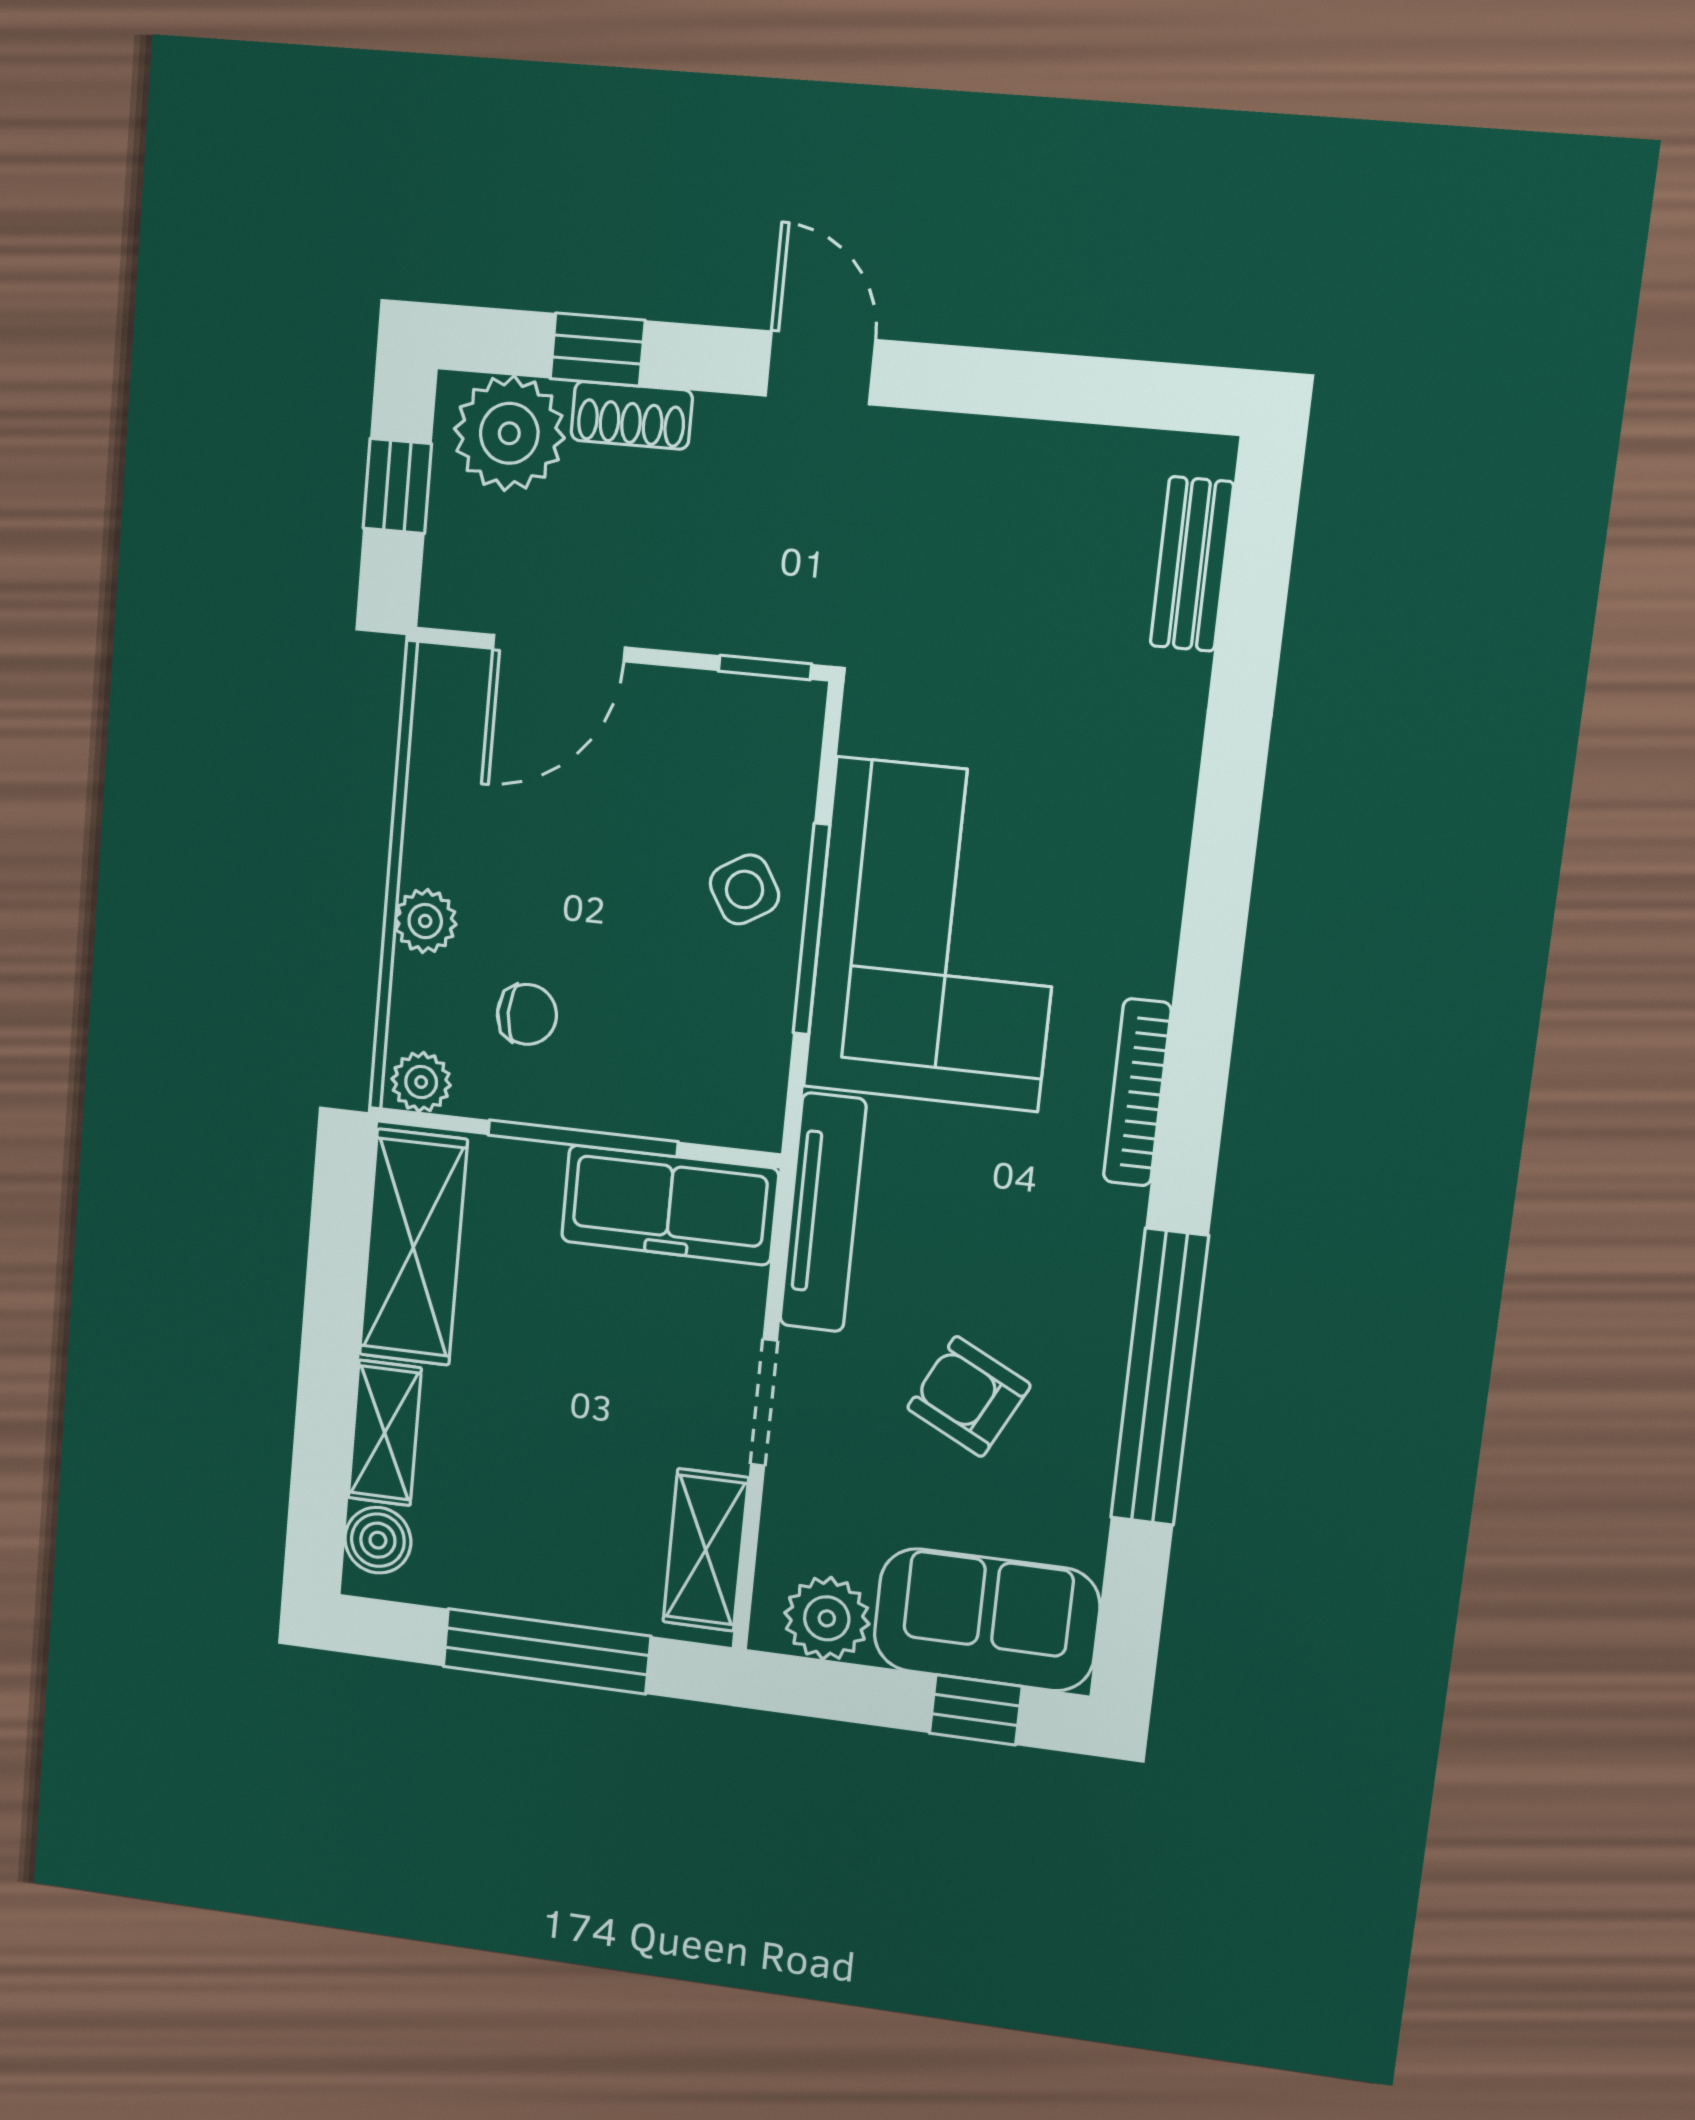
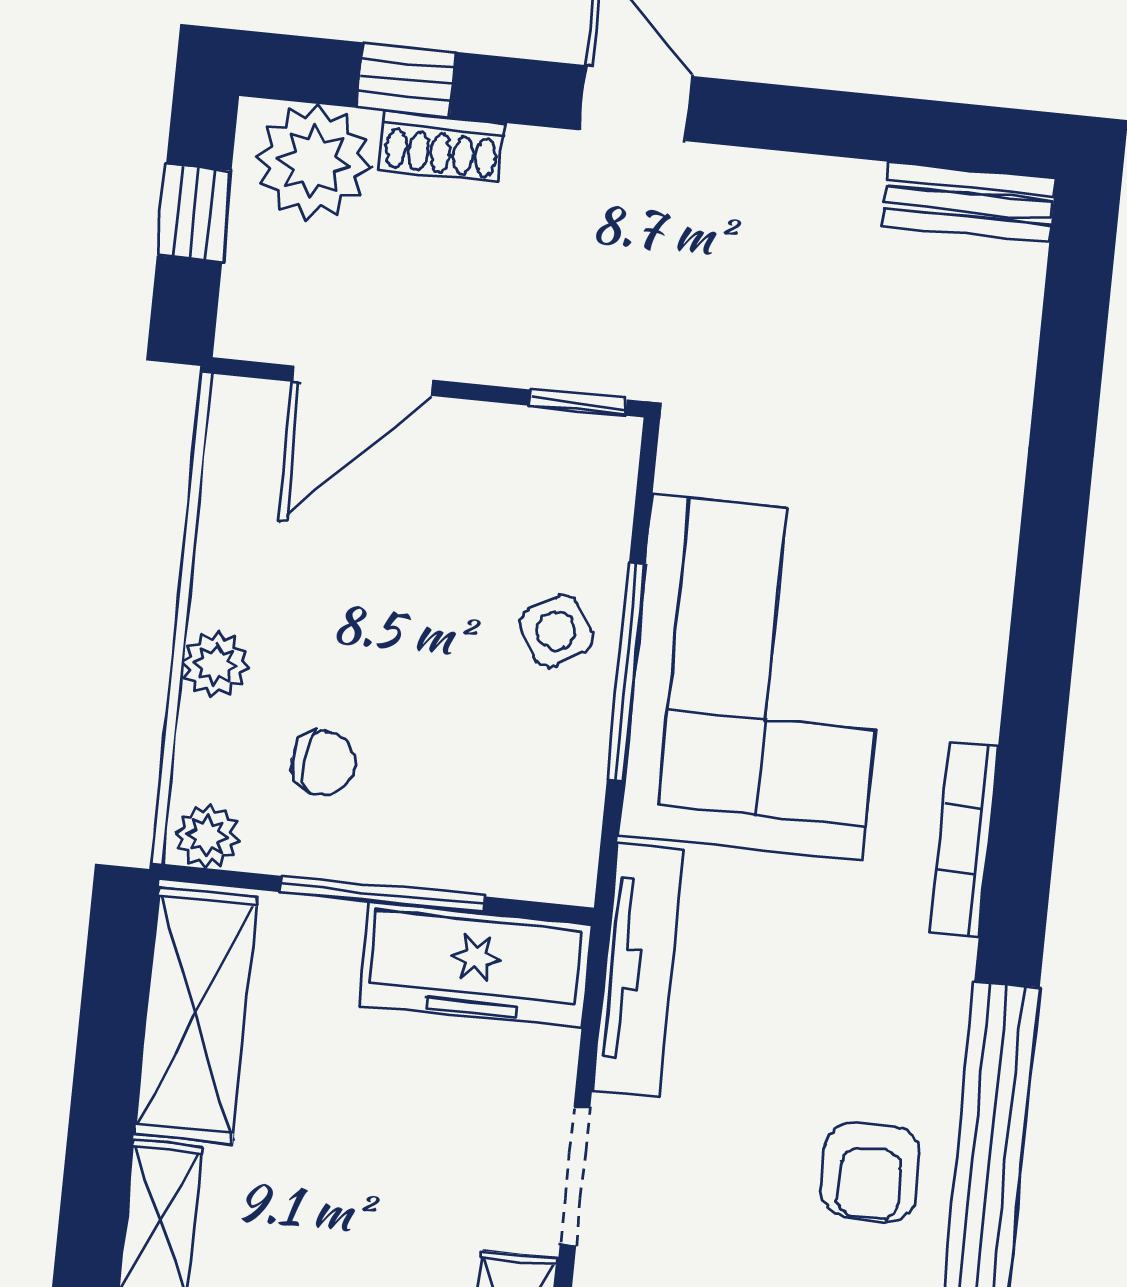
bench: (1192, 564) -> (969, 202), moved, turned 90
armchair: (969, 1397) -> (870, 1172), moved, turned -117

